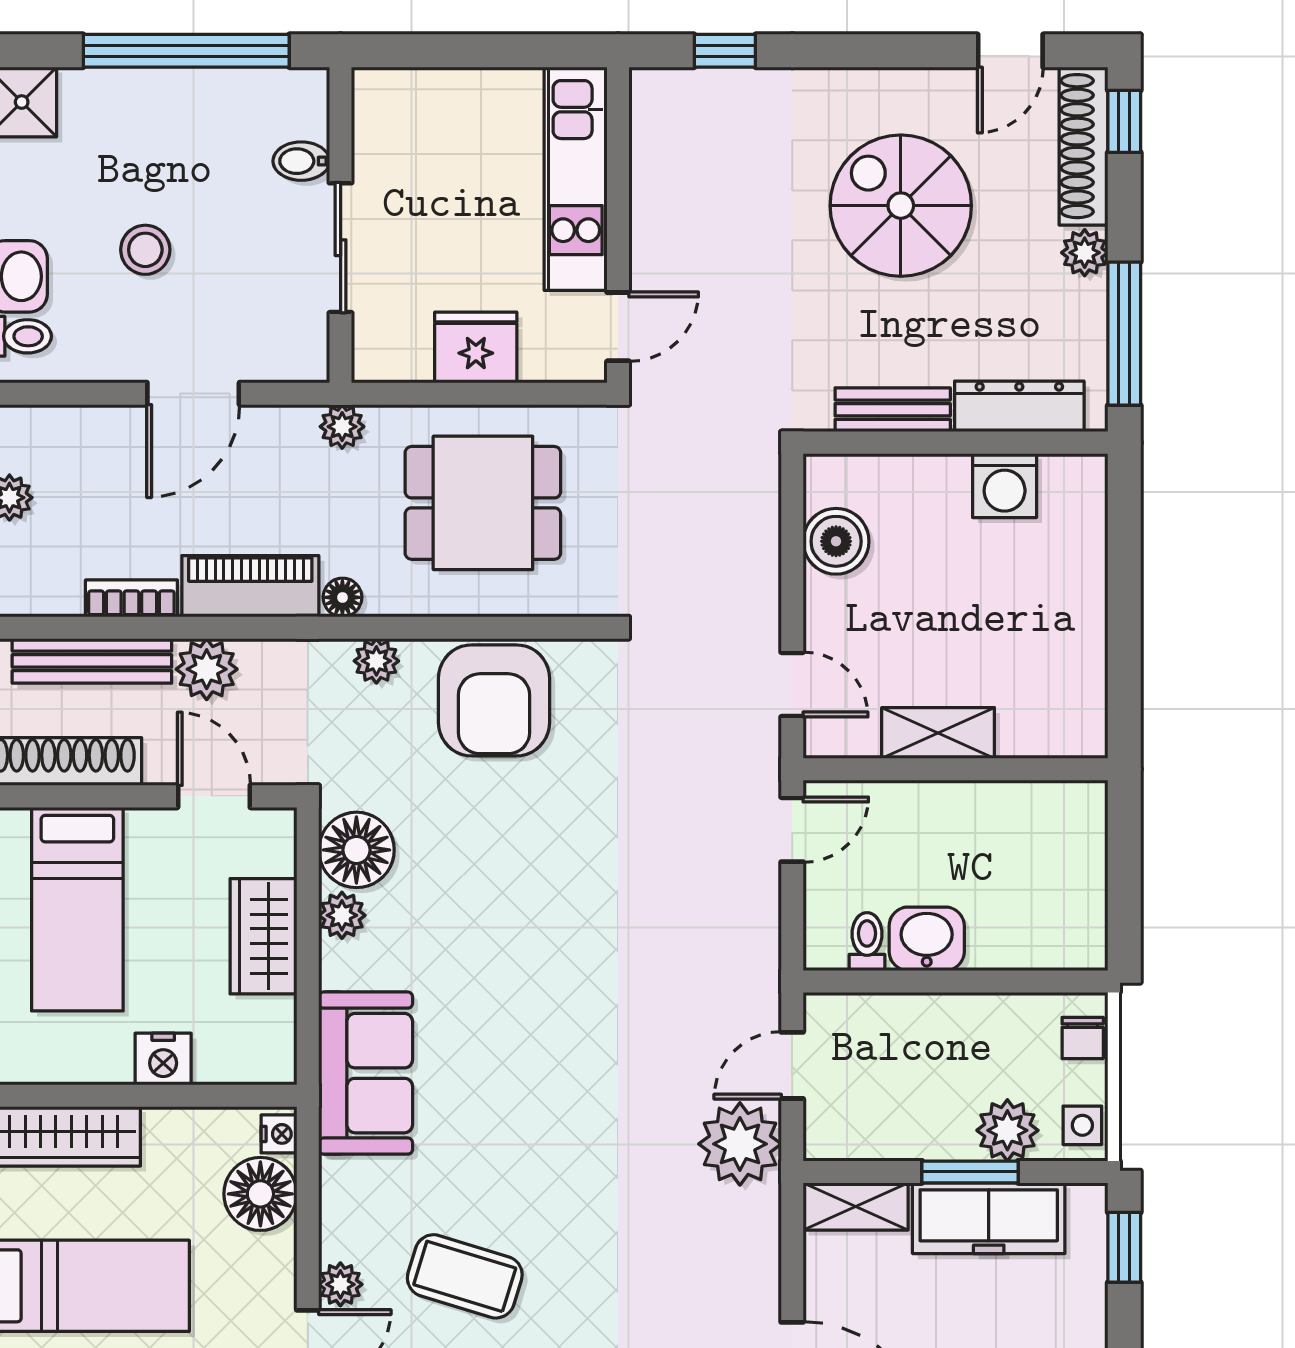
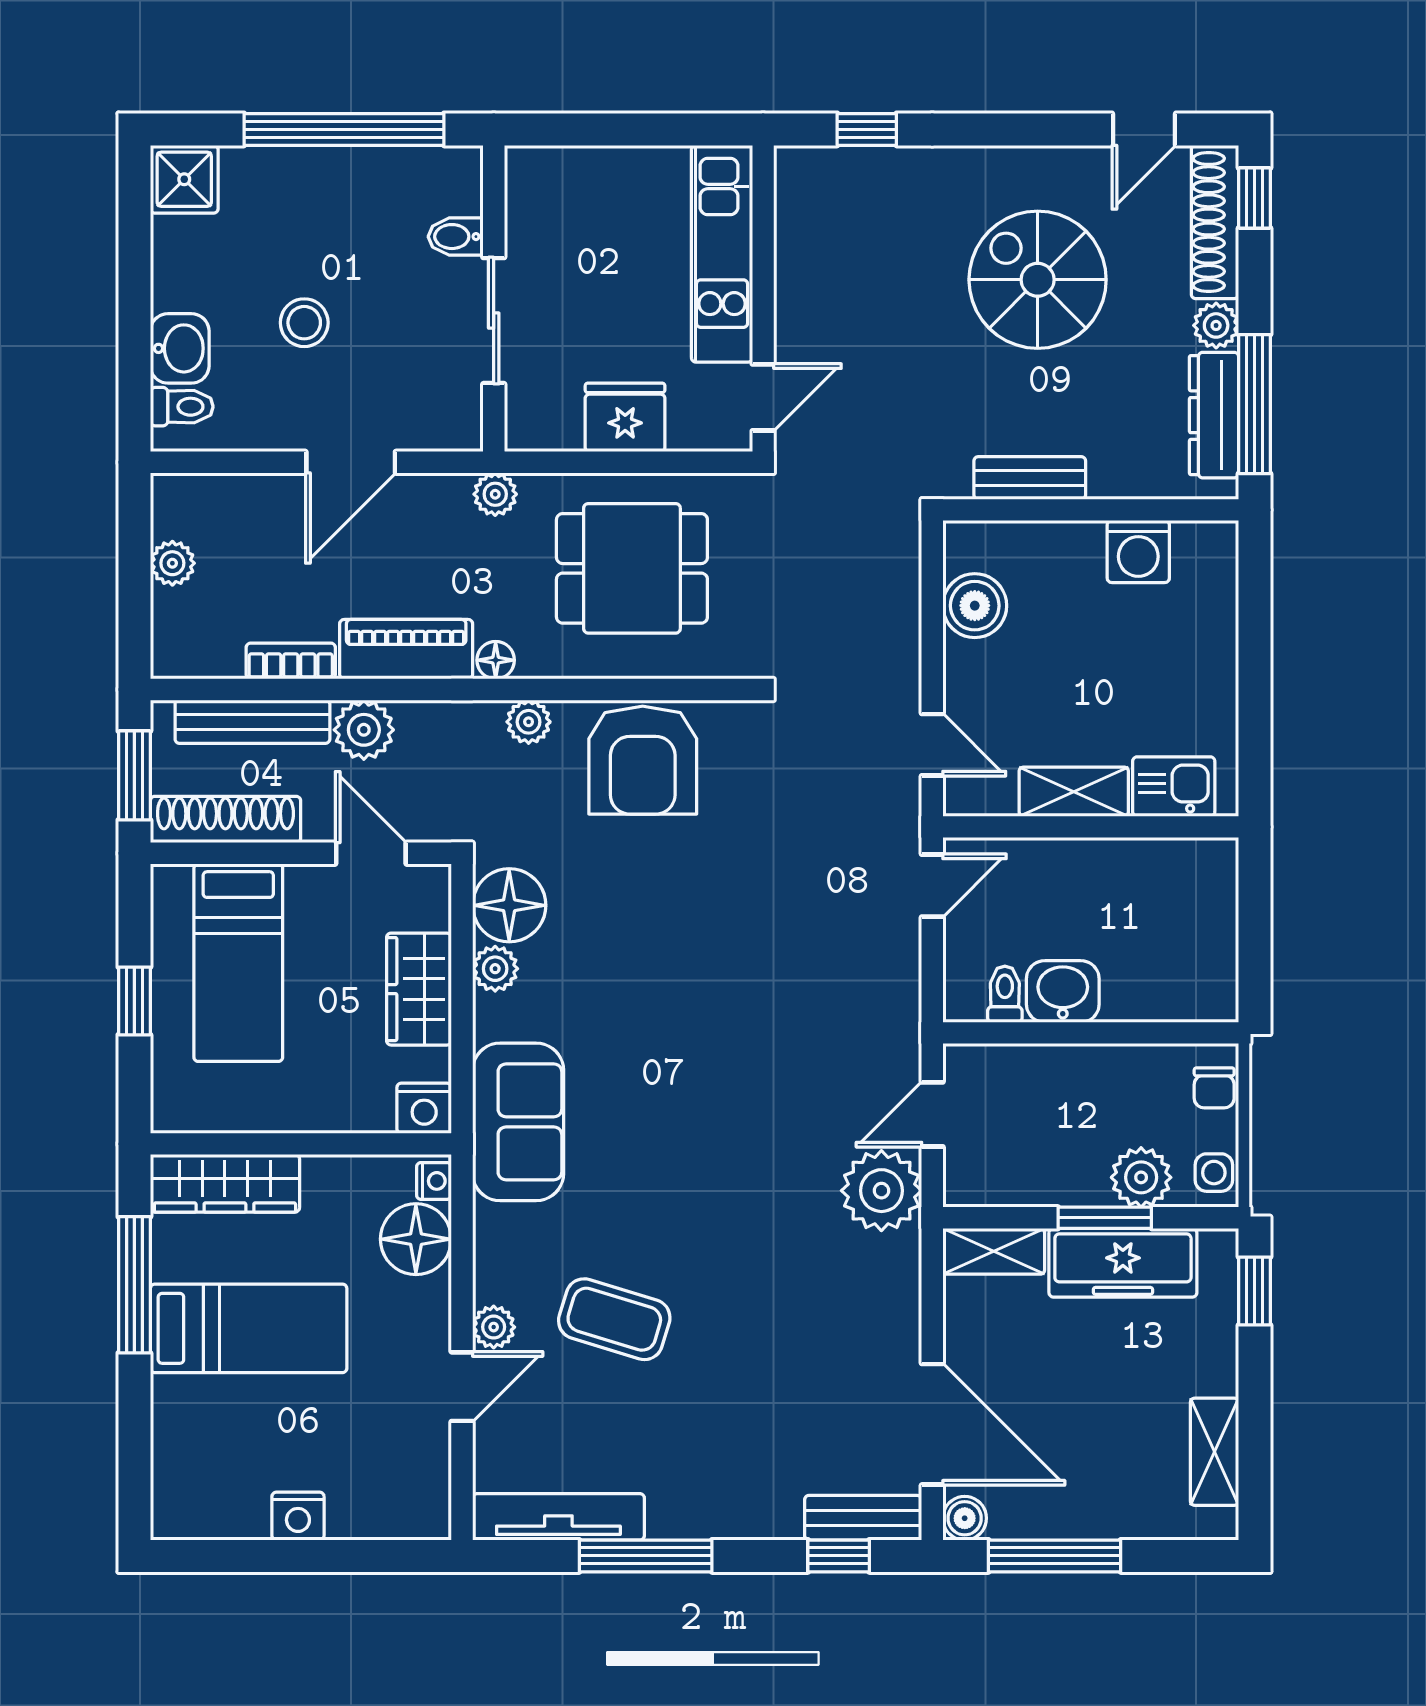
dresser: (1019, 406) -> (1214, 415), moved, turned -90
kitchen sink: (1041, 728) -> (1174, 787), added
nightstand: (163, 1059) -> (424, 1108), moved

